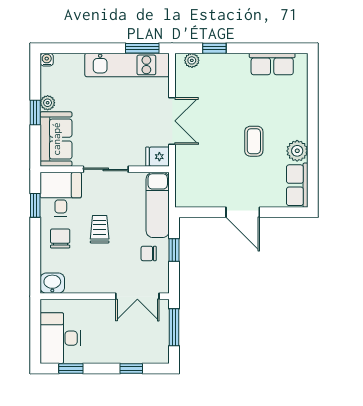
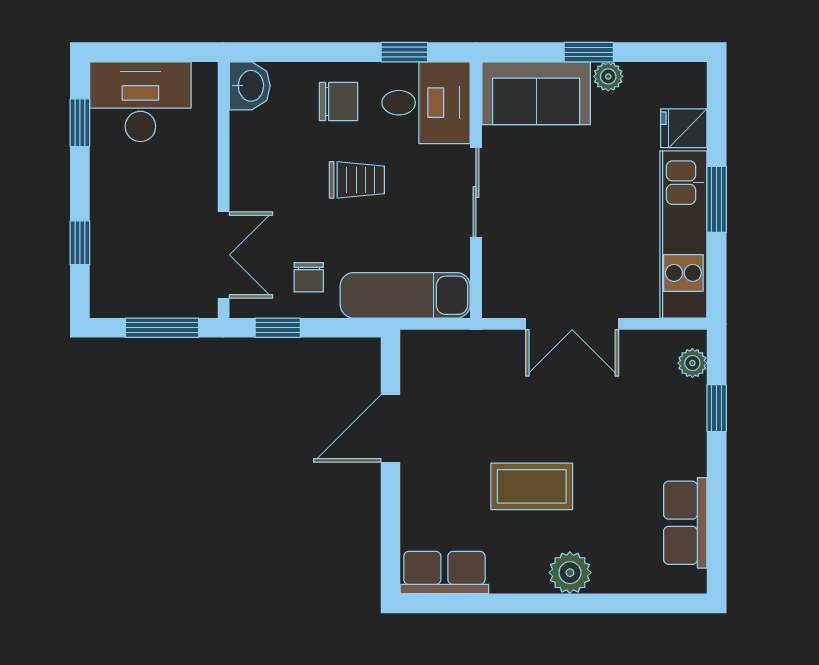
window: (142, 48) -> (717, 199), moved
water cooler: (47, 60) -> (694, 75), removed
coffee table: (254, 141) -> (532, 486), width x1.36, depth x1.30
plant: (297, 151) -> (570, 573), moved
fridge: (157, 157) -> (684, 128), moved, turned -90
door: (243, 212) -> (391, 428), moved
window: (174, 250) -> (278, 328), moved
chair: (149, 253) -> (309, 277), turned 180
double door: (137, 296) -> (224, 255), swing flipped

